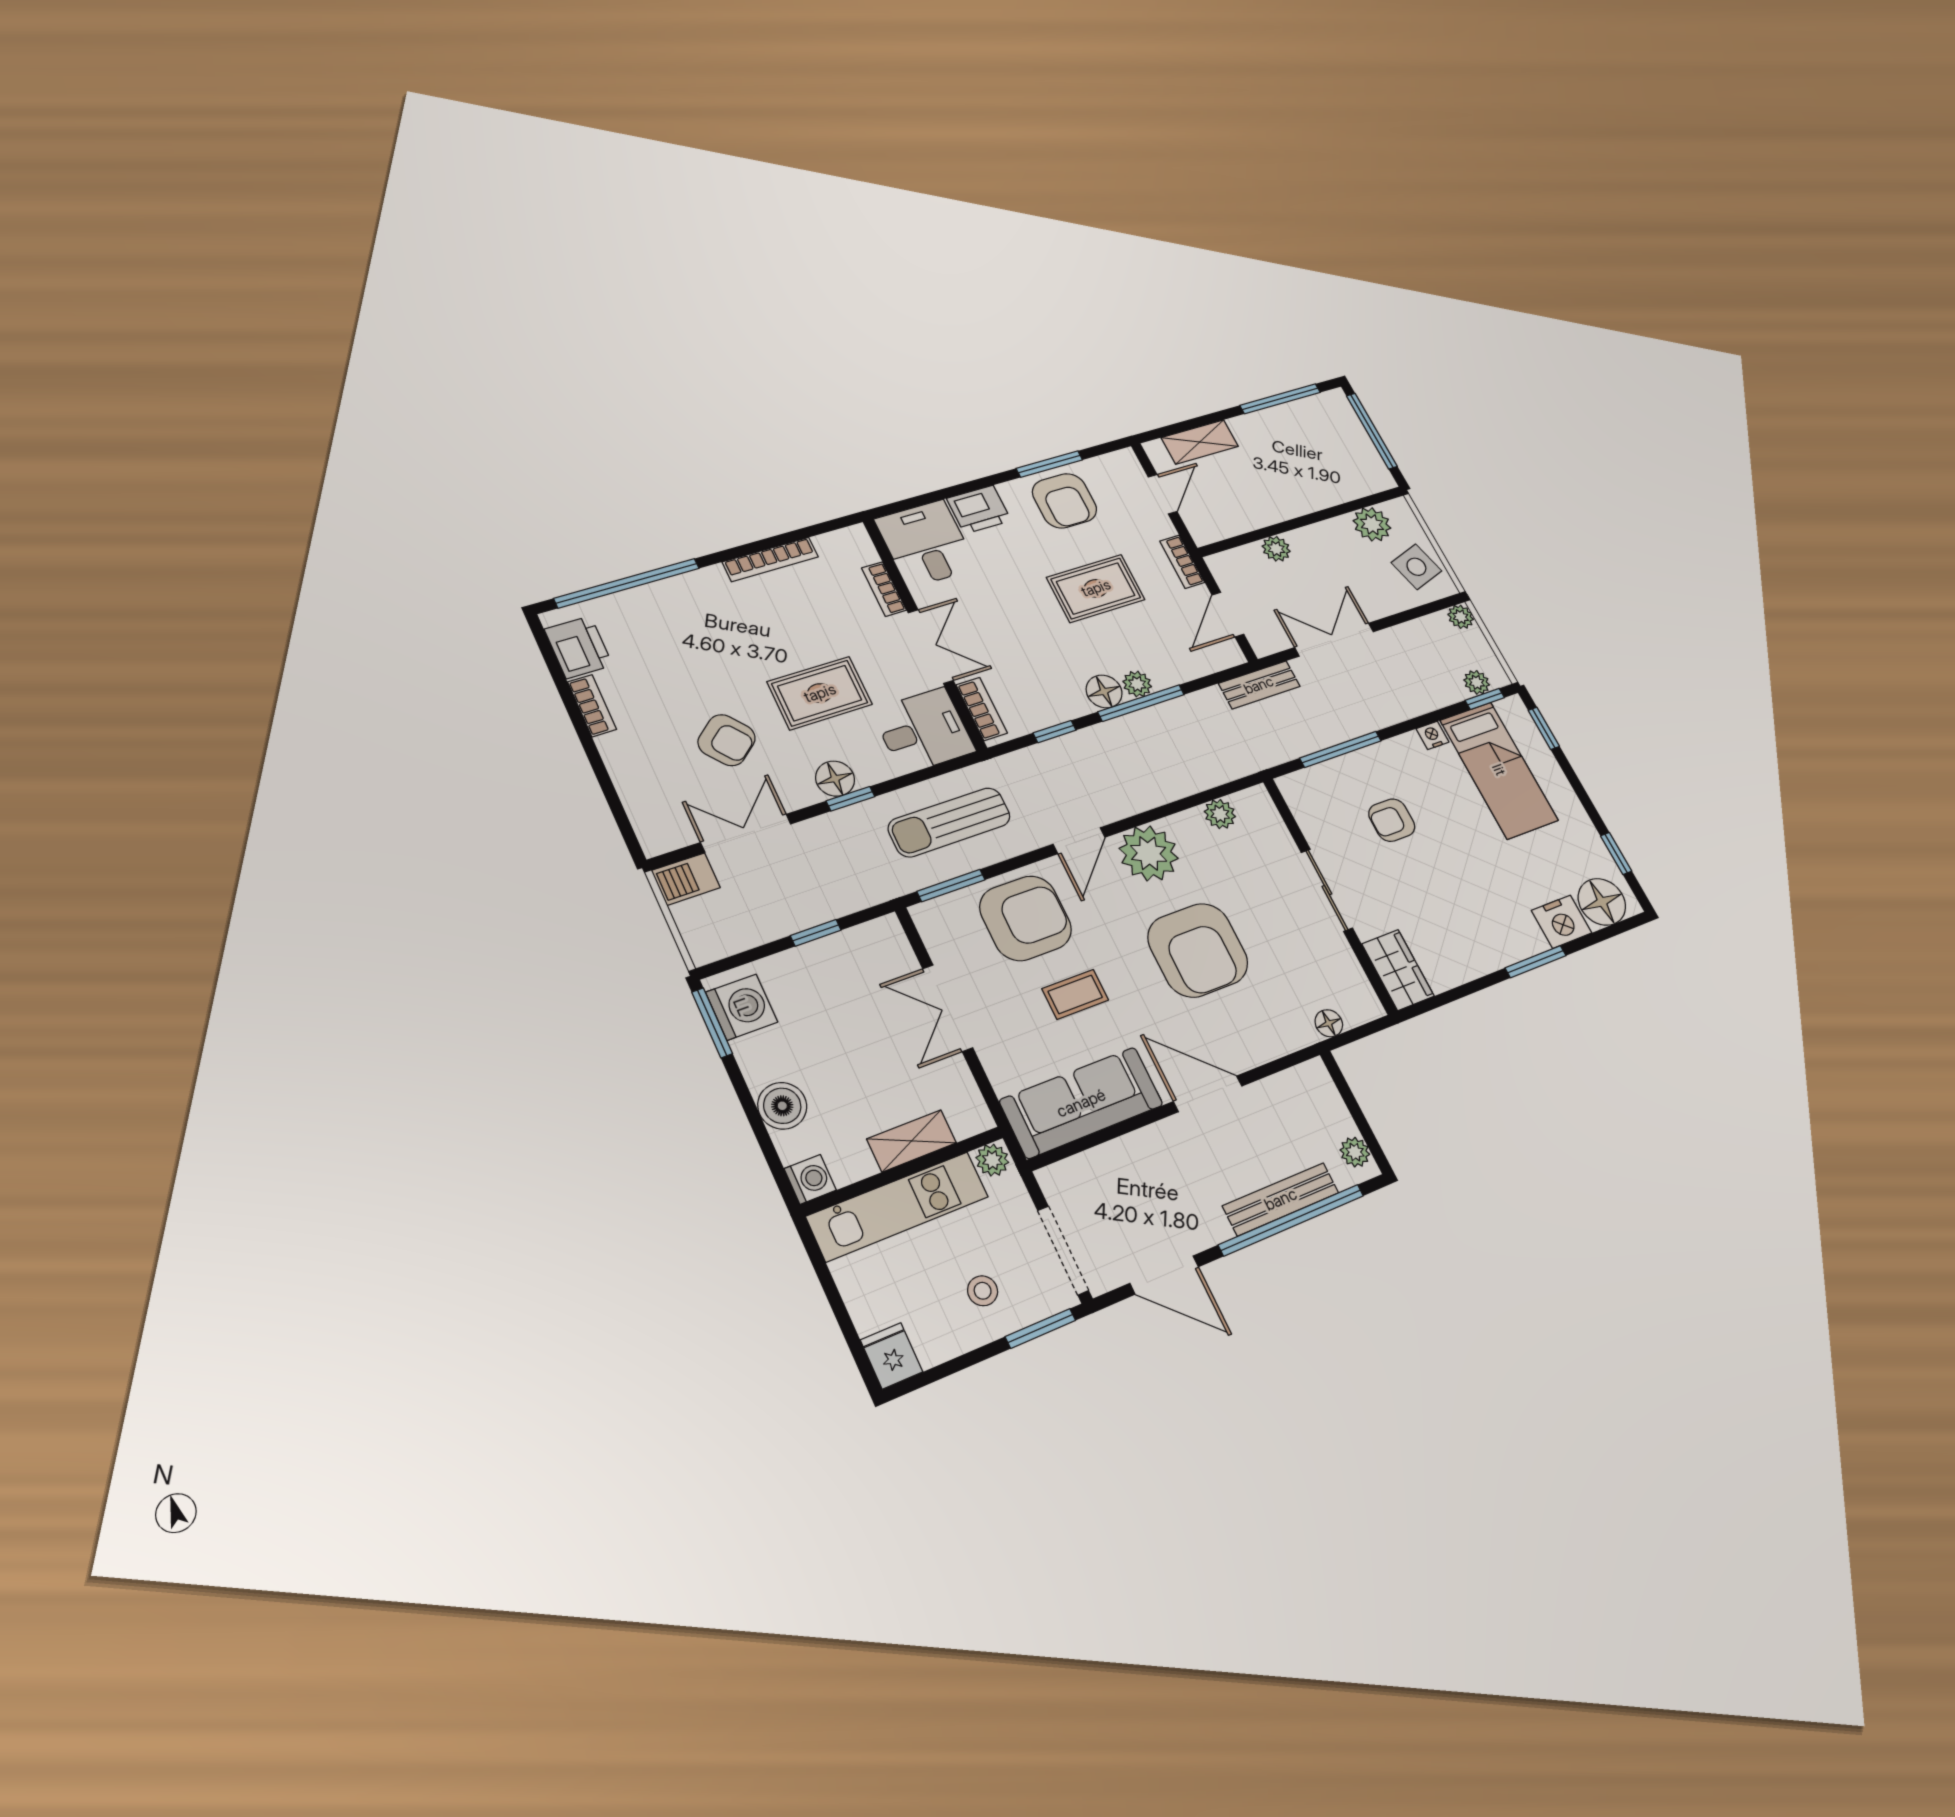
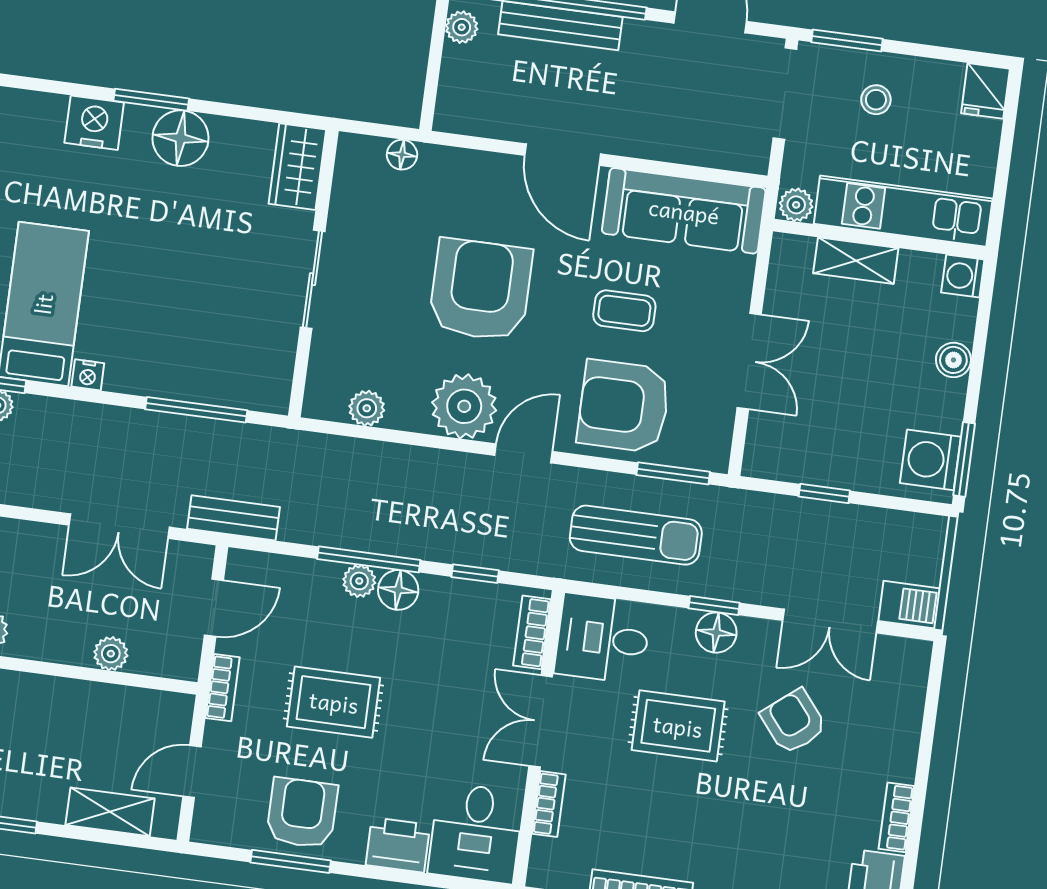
armchair: (1392, 820) -> (195, 312), removed
floor lamp: (1602, 902) -> (180, 138), moved
boiler: (782, 1106) -> (953, 360), width x0.73, depth x0.73

